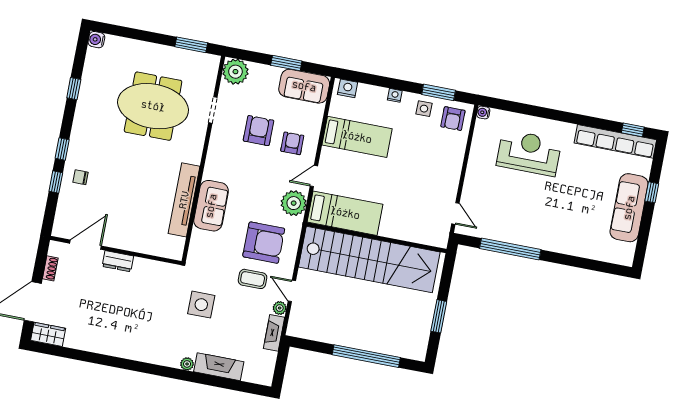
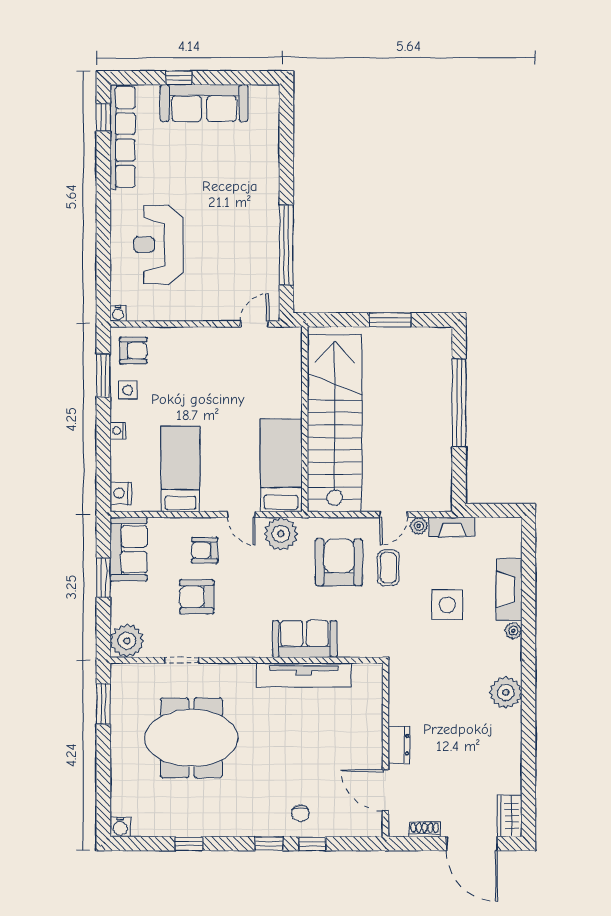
meeting table: (153, 106) -> (191, 738), turned 90
side table: (201, 305) -> (447, 605), moved
plant: (142, 349) -> (506, 692), added

